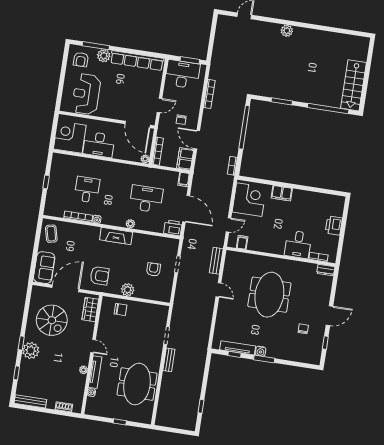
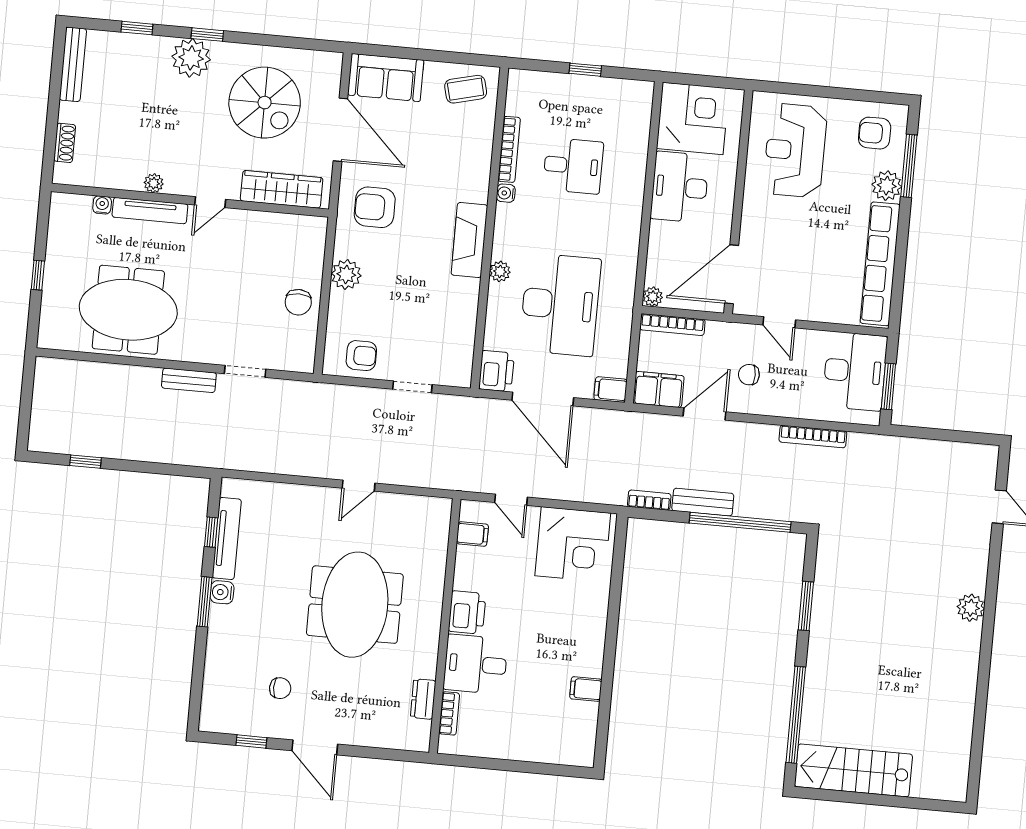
reception desk: (86, 94) -> (795, 150), turned -90
filing cabinet: (282, 193) -> (586, 689), moved, width x0.50
desk: (146, 199) -> (560, 305), width x1.36, depth x1.30
door: (186, 209) -> (543, 399), hinge flipped
printer: (334, 226) -> (467, 612), moved, turned 90
bench: (216, 261) -> (703, 502), moved
armchair: (153, 269) -> (361, 356), moved
dresser: (326, 270) -> (423, 699), moved
armchair: (100, 276) -> (375, 207), turned 90
meeting table: (269, 295) -> (355, 605), turned 90
wardrobe: (90, 309) -> (282, 189), width x1.50
chair: (121, 309) -> (298, 302), moved
spiral stairs: (52, 320) -> (265, 103), turned -90

